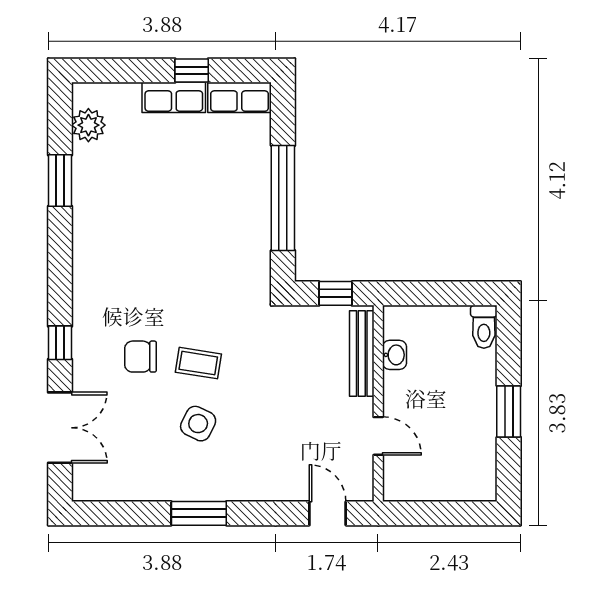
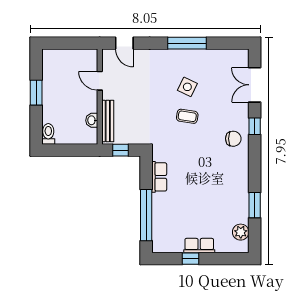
row of seats: (239, 97) -> (159, 177), moved, turned 90
window: (283, 198) -> (146, 215), moved
chair: (141, 357) -> (233, 139), moved
window: (199, 513) -> (187, 43), width x1.44

